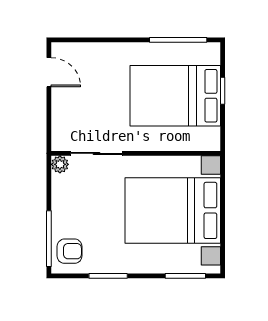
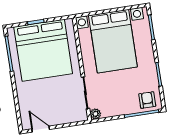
door: (49, 72) -> (41, 129), hinge flipped
bed: (175, 96) -> (43, 50), width x1.36

